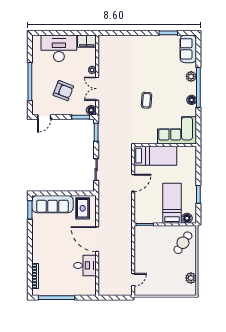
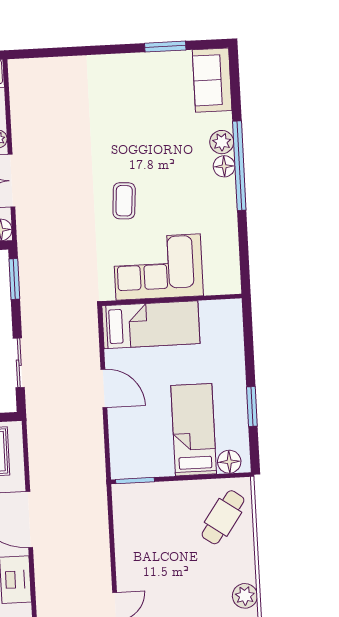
floor lamp: (192, 100) -> (224, 166), moved
corner sofa: (177, 130) -> (158, 267), moved
door: (133, 183) -> (104, 388), hinge flipped

